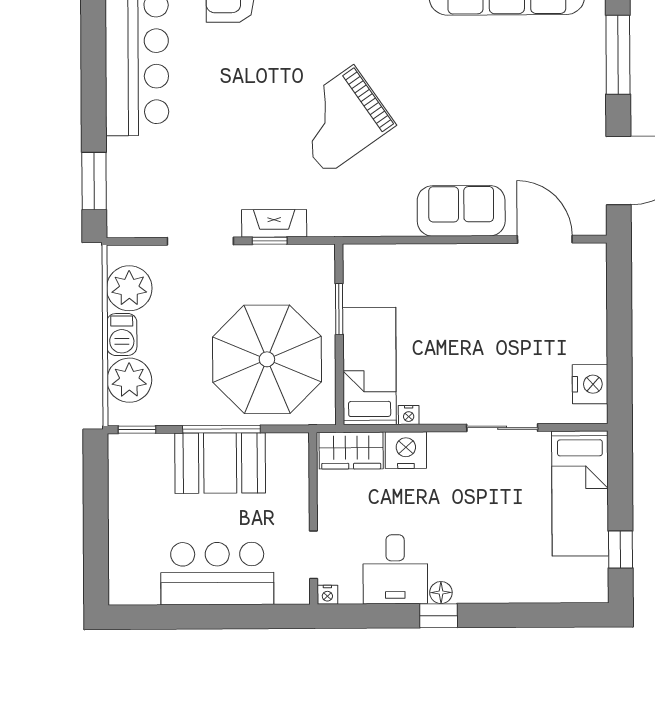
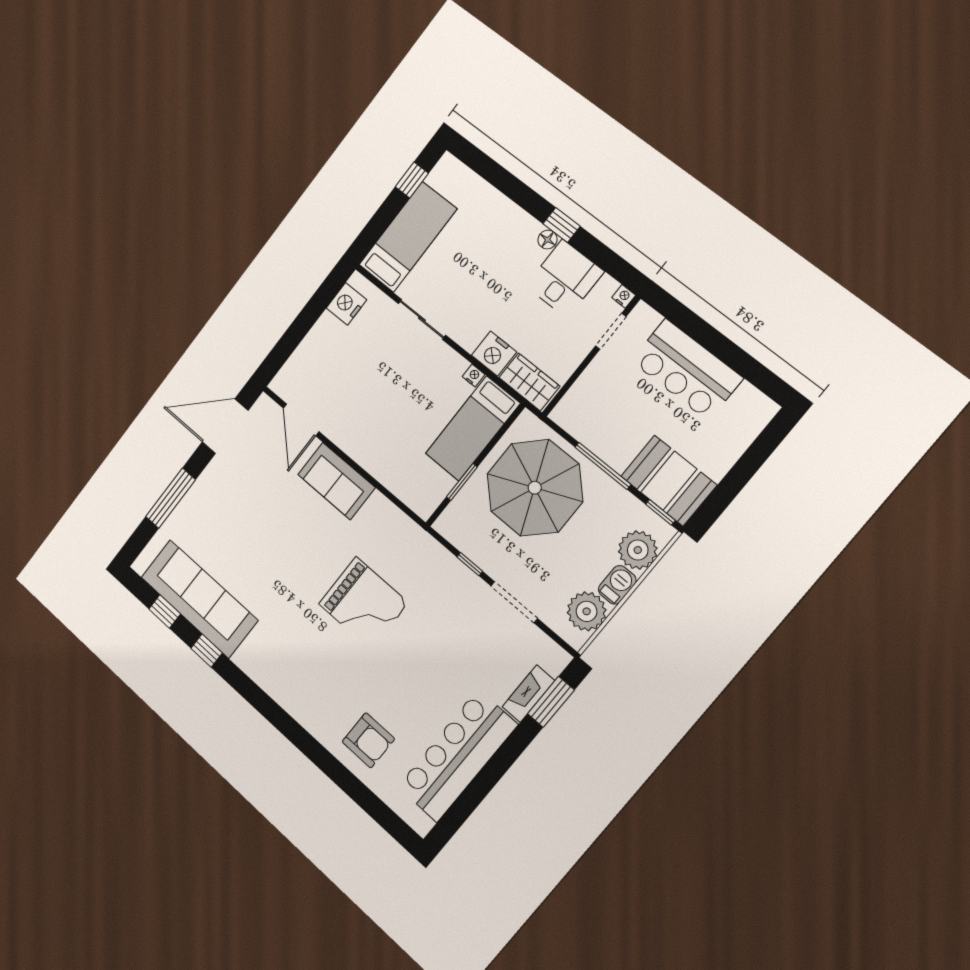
grand piano: (340, 120) -> (363, 603), turned 35
fireplace: (274, 223) -> (528, 694), moved, turned 90
booth: (220, 463) -> (669, 481), moved

